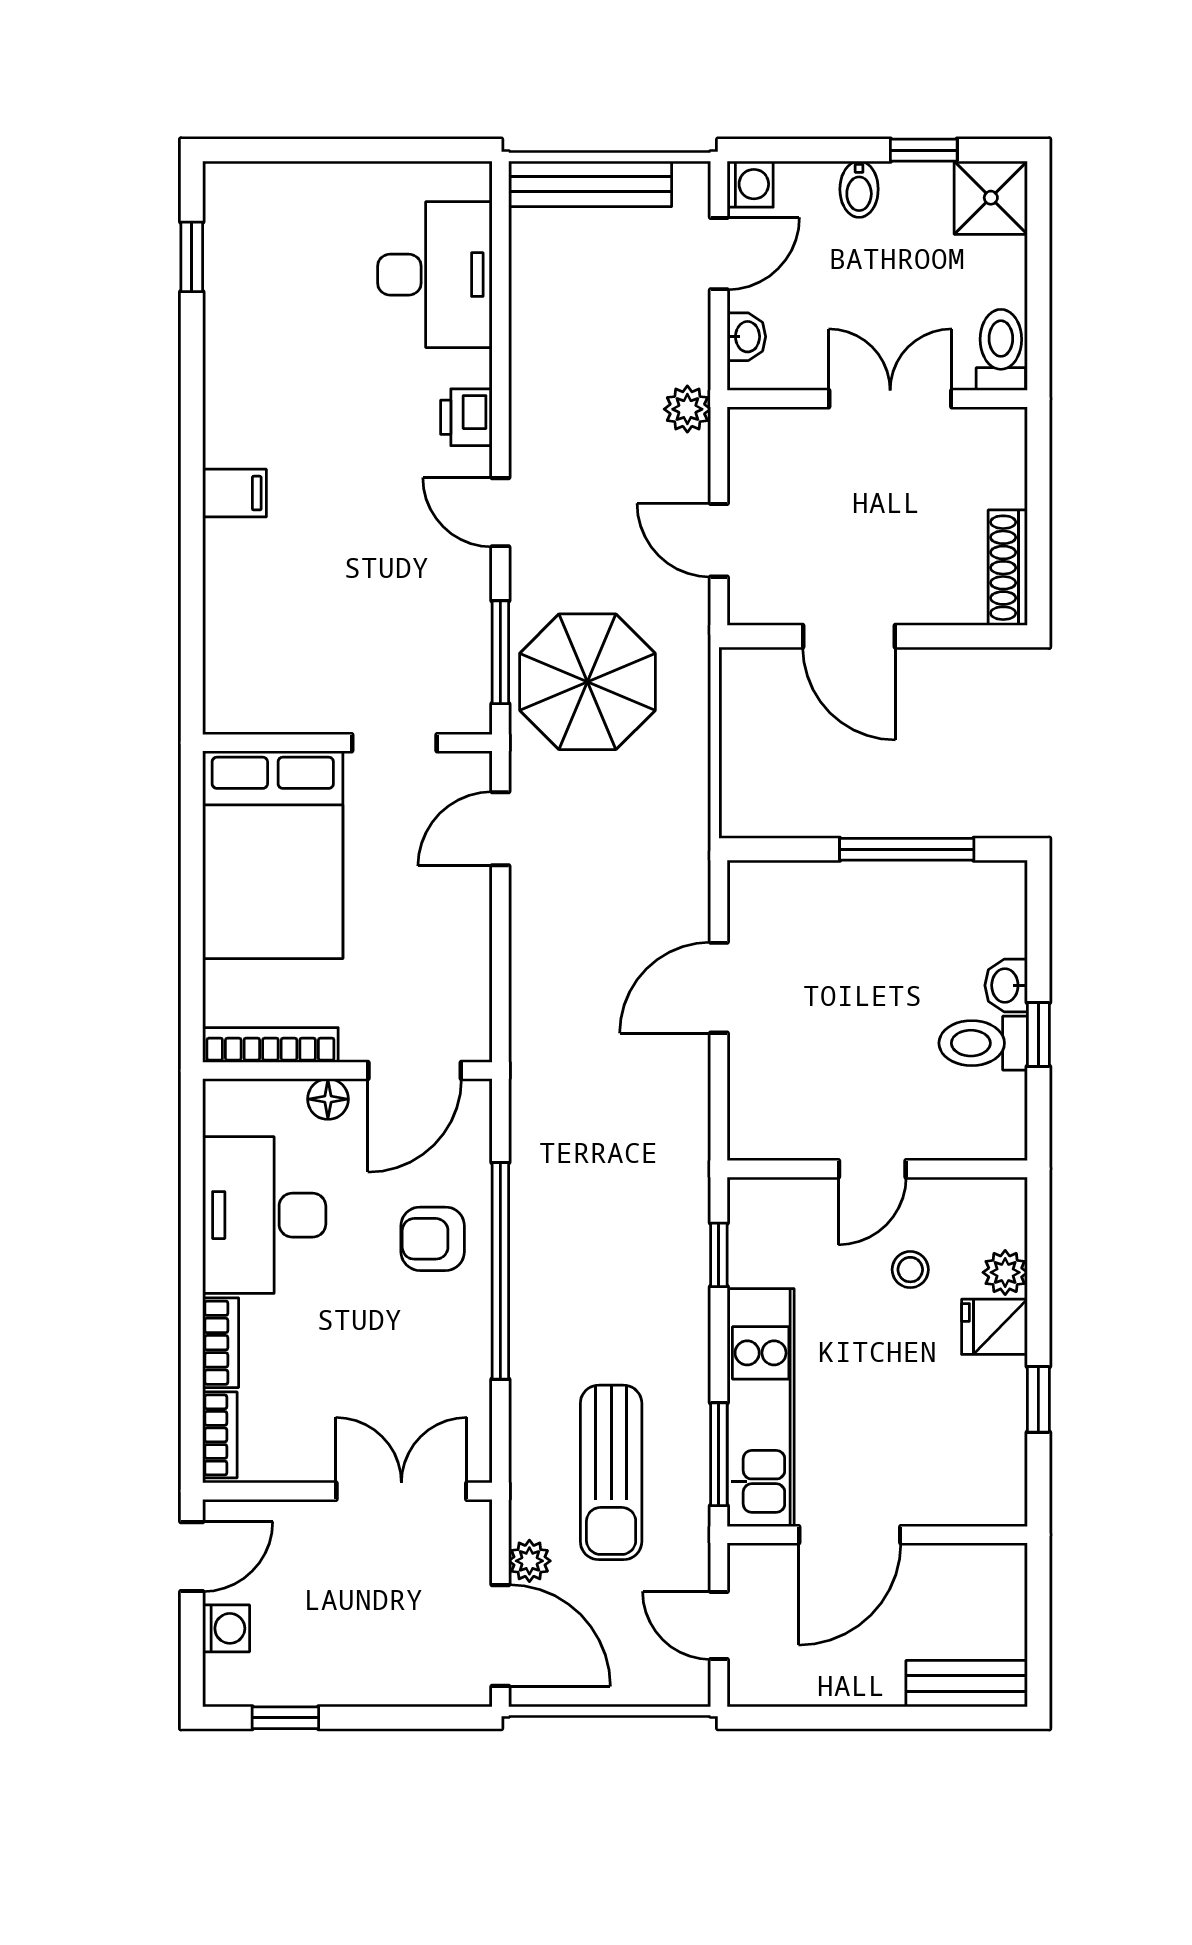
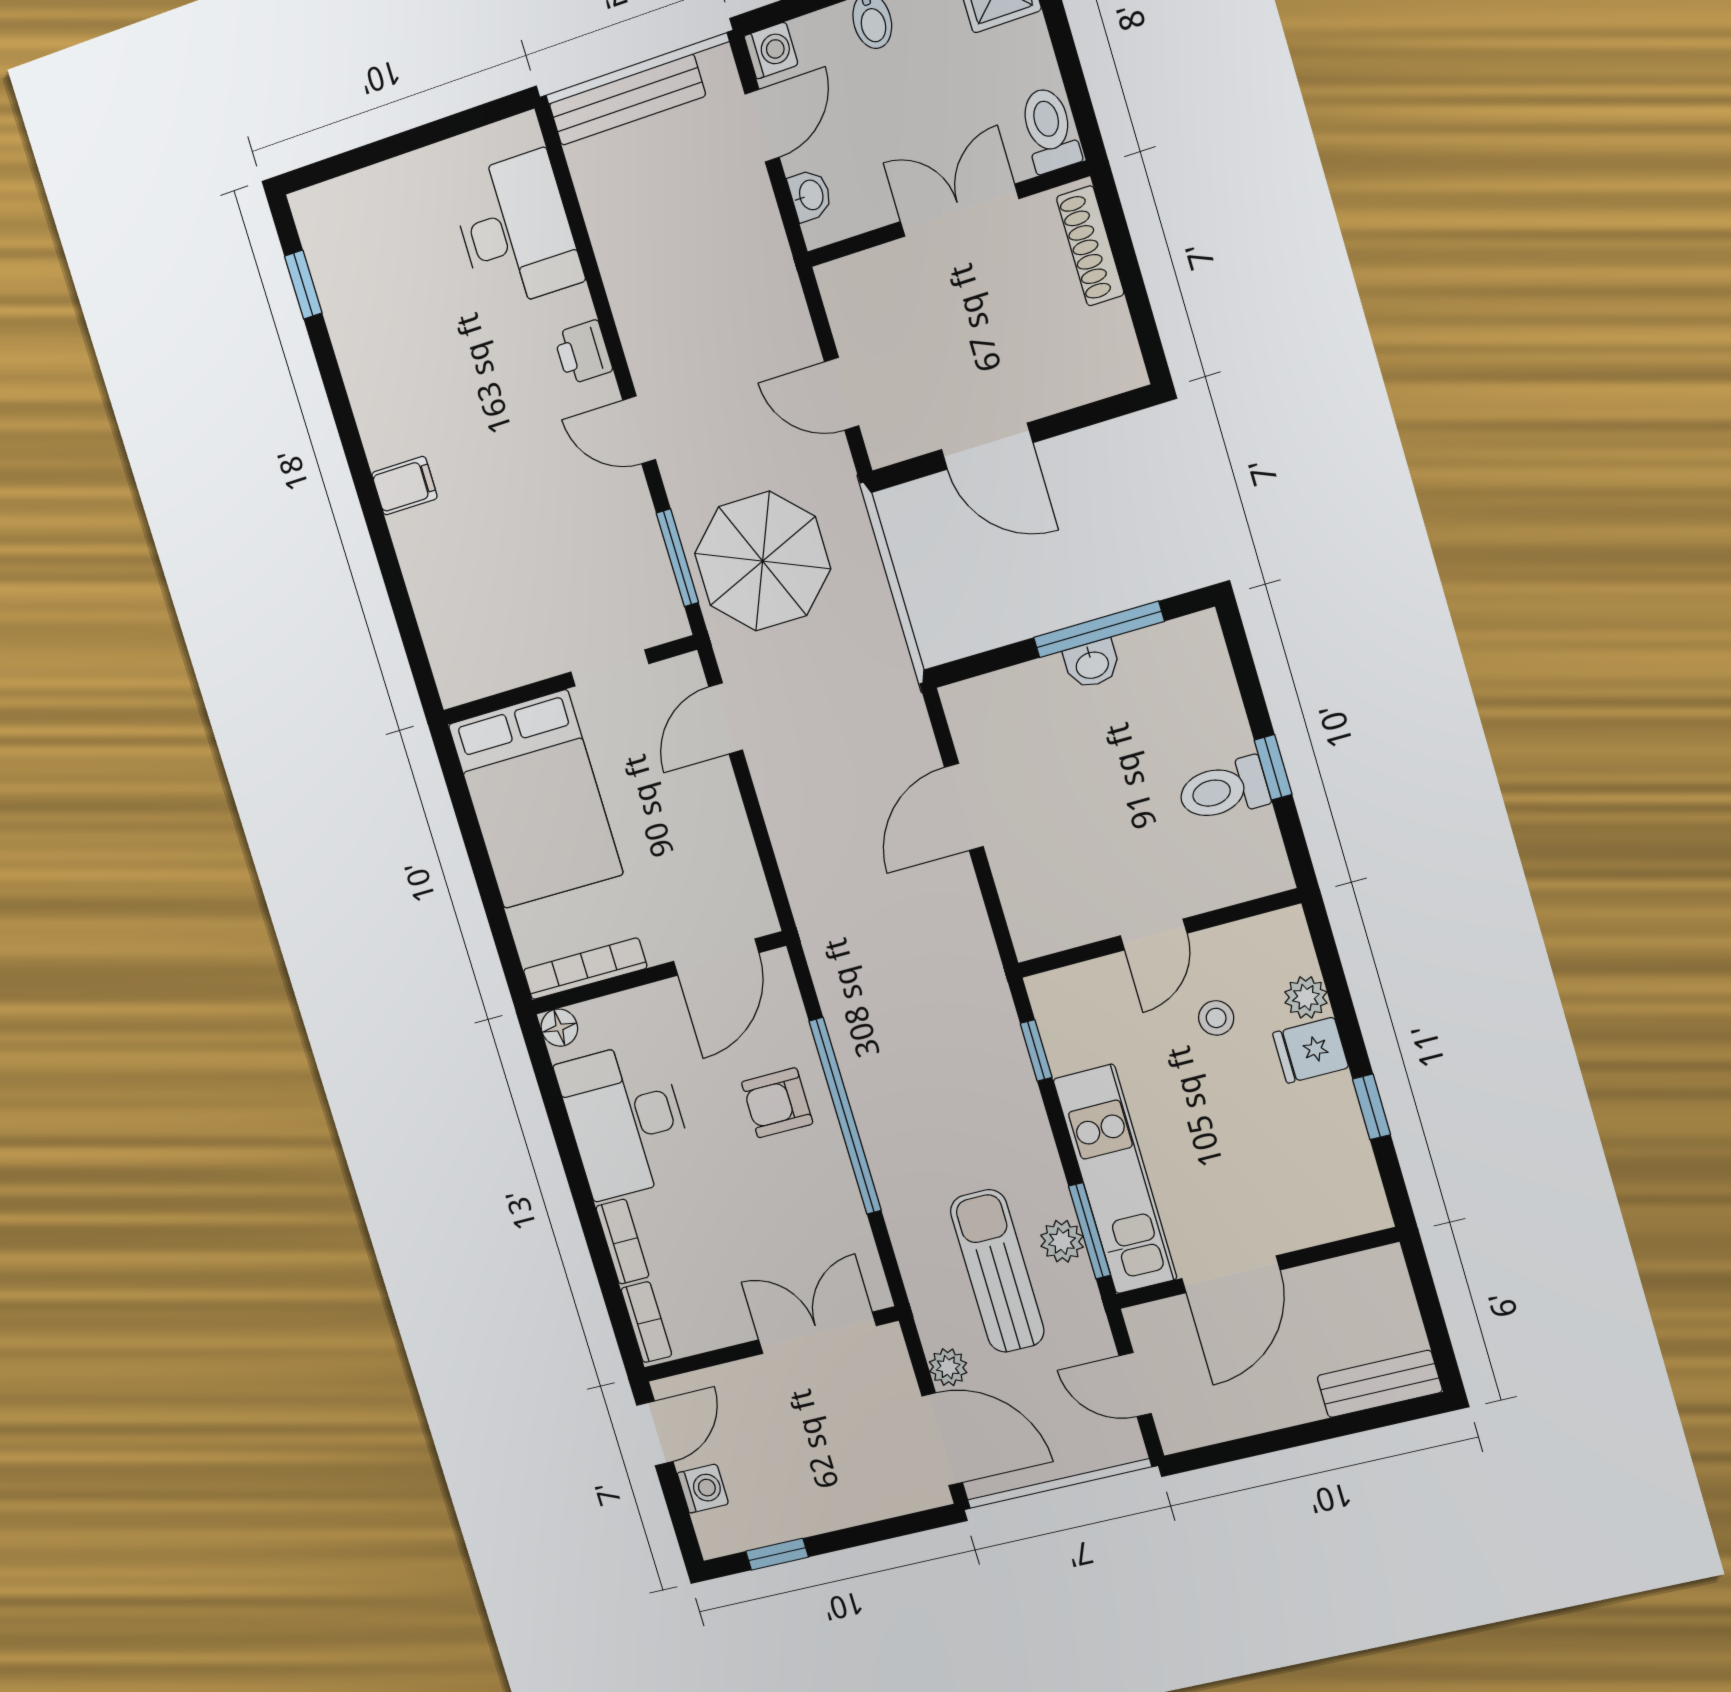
plant: (687, 409) -> (1062, 1241), moved
shoe rack: (1008, 568) -> (1090, 246), moved
washbasin: (1006, 985) -> (1092, 664), moved, turned -90
floor lamp: (328, 1099) -> (559, 1028), moved
sun lounger: (611, 1472) -> (997, 1271), turned 180

